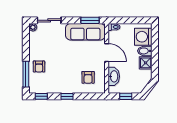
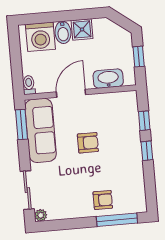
armchair: (88, 77) -> (88, 143), moved
window: (41, 96) -> (144, 121), moved

